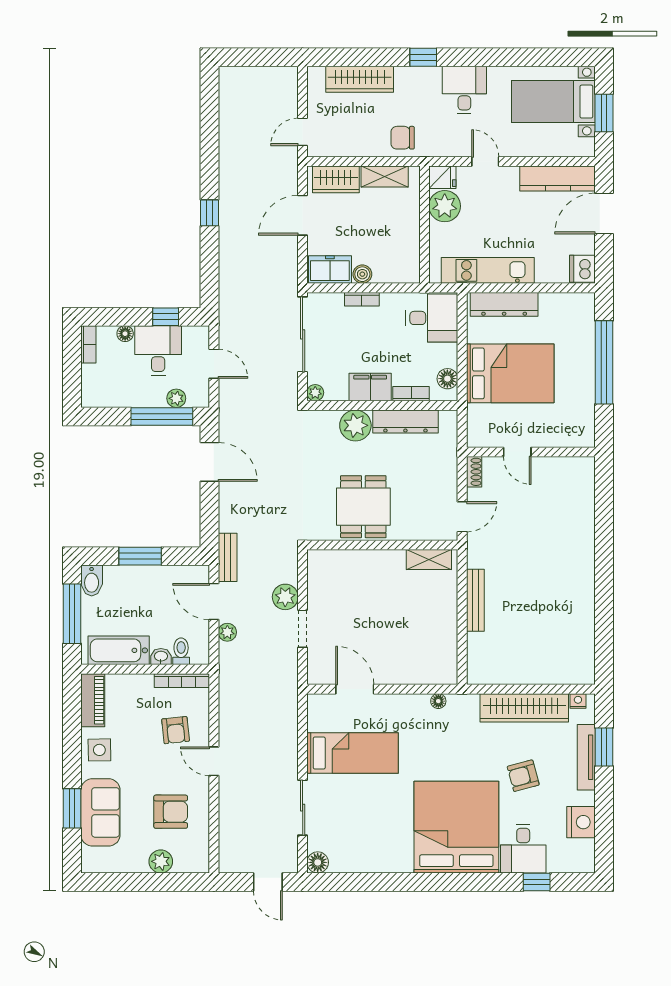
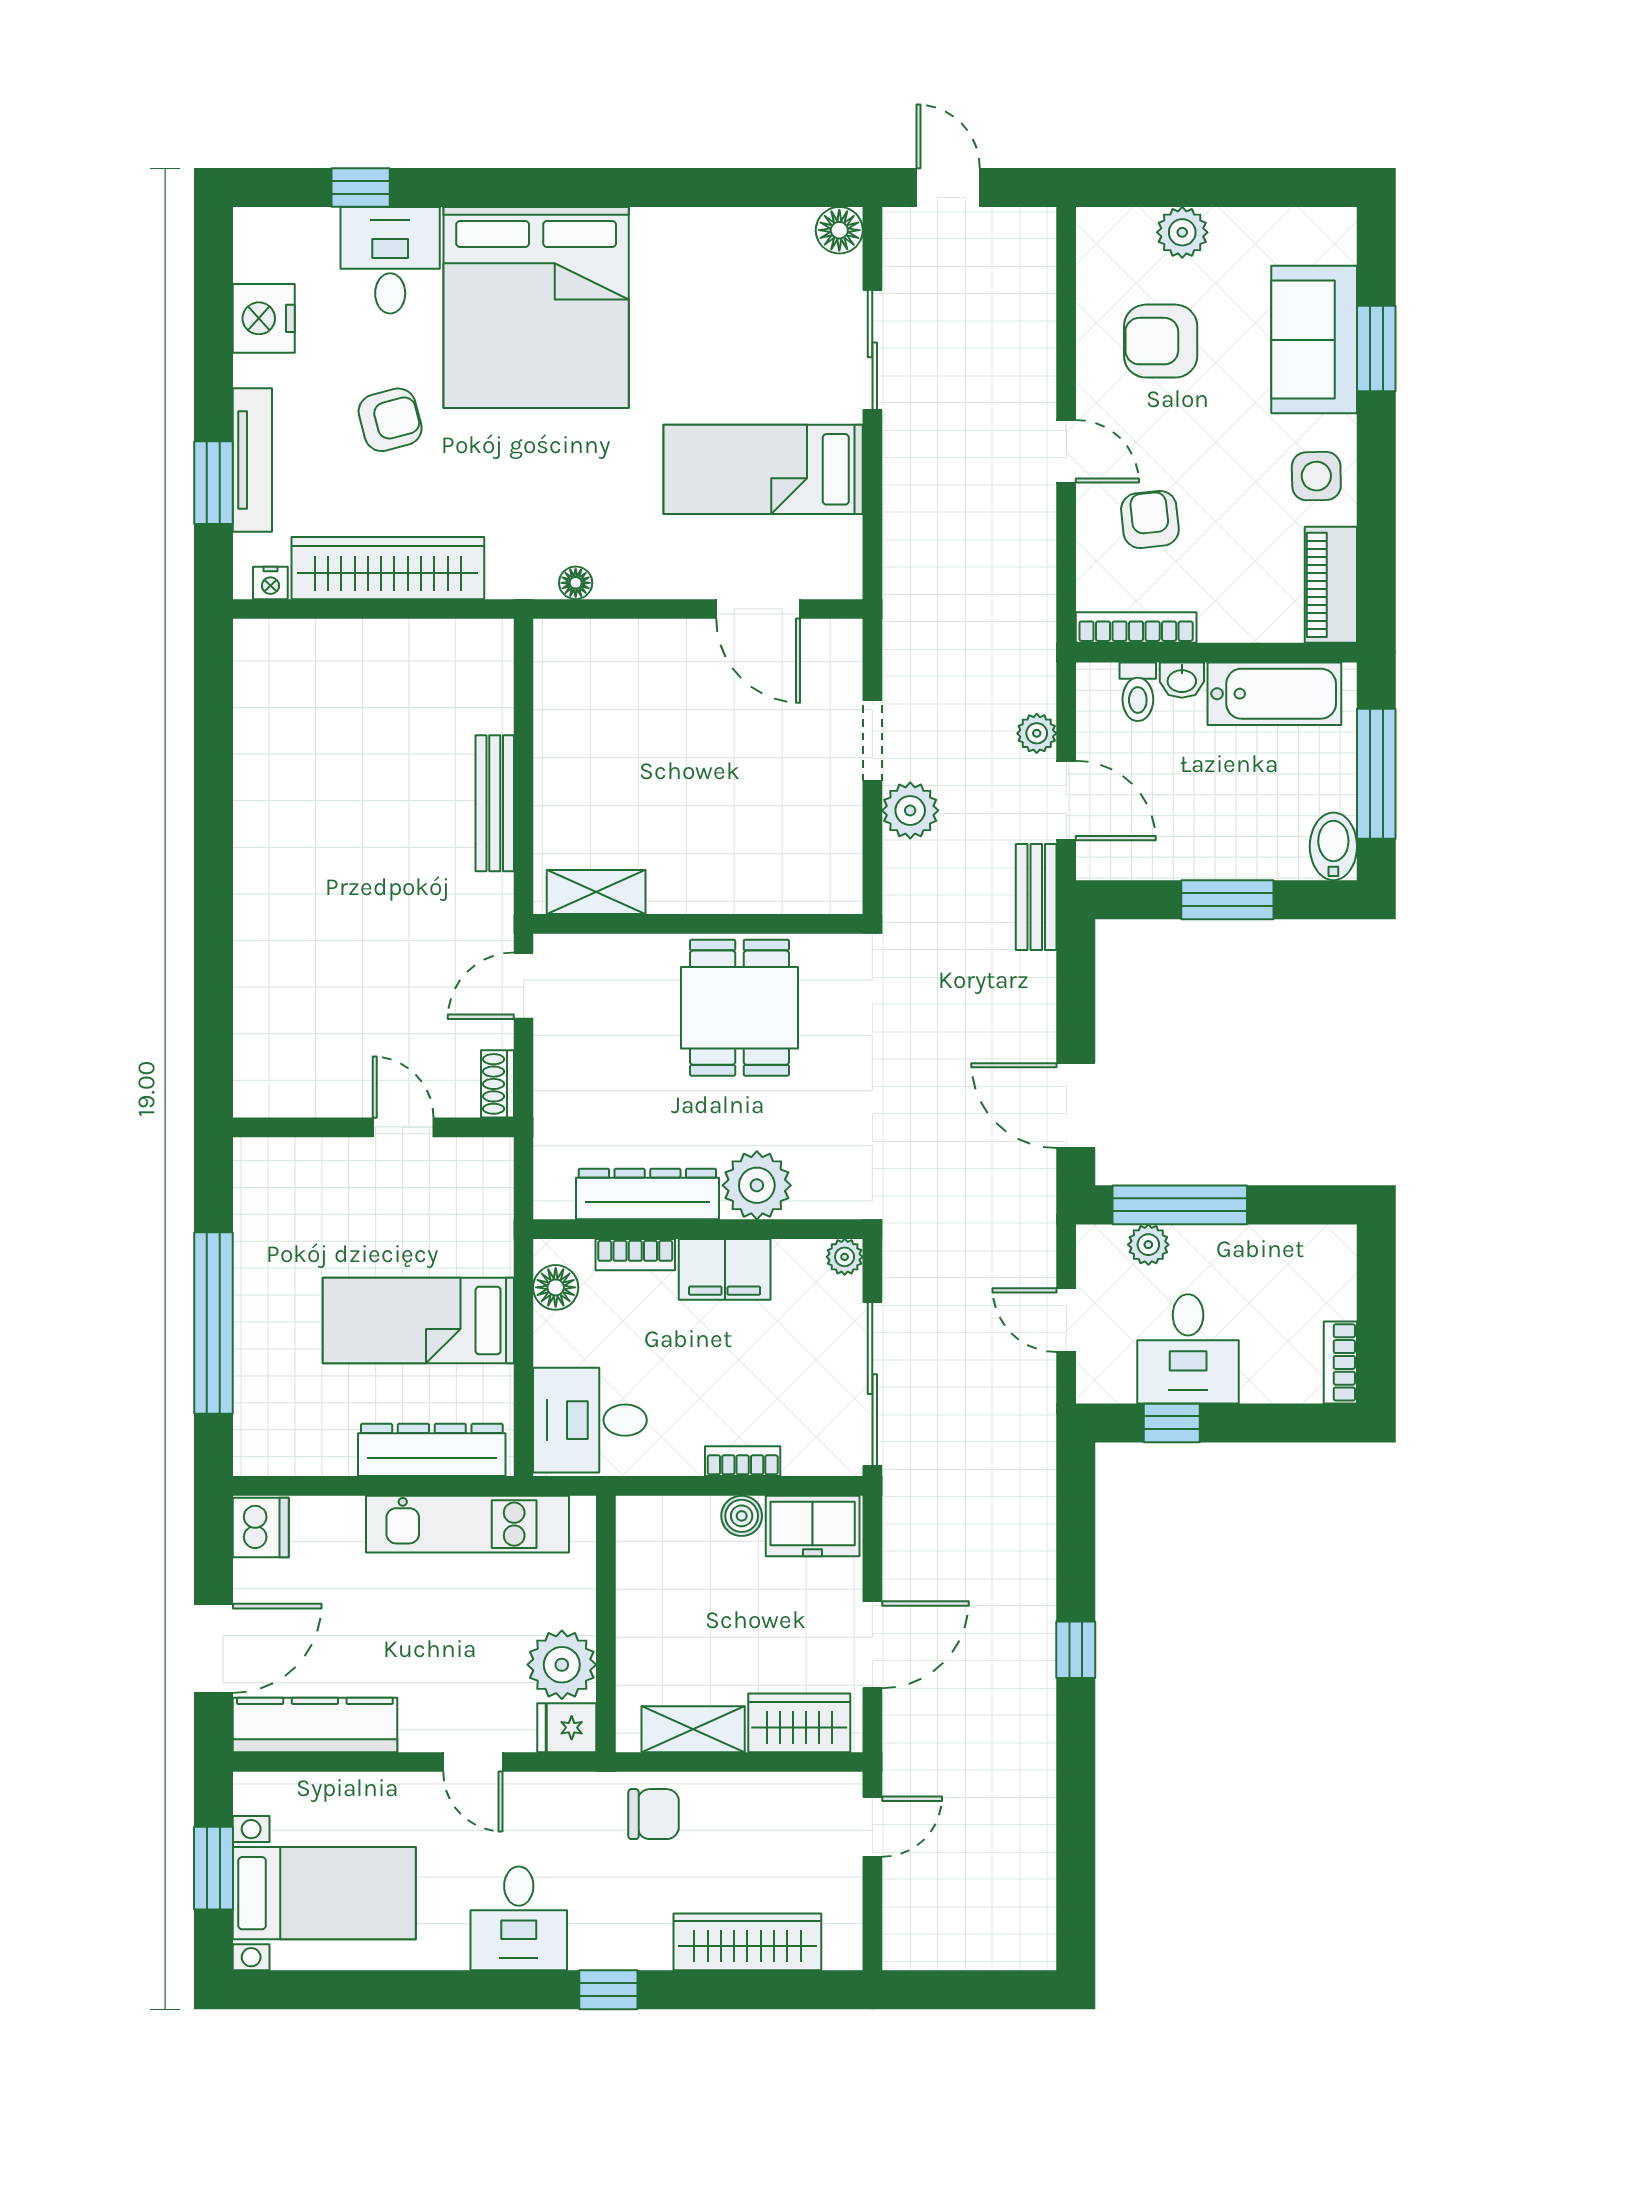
floor lamp: (125, 334) -> (1260, 1386), removed
bed: (510, 373) -> (418, 1321), width x0.67

